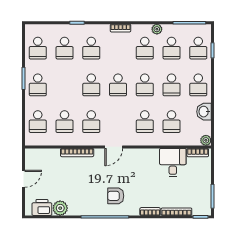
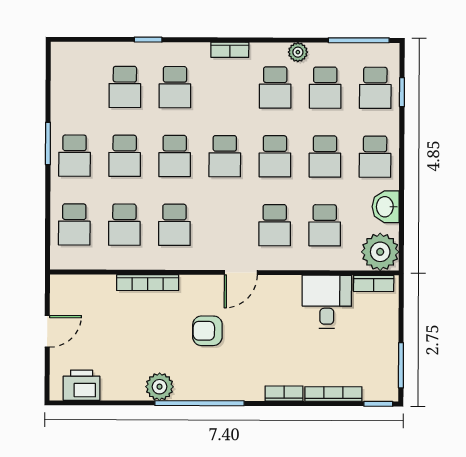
school desk: (38, 48) -> (125, 156), moved
plant: (206, 140) -> (380, 252), width x1.87, depth x1.87
door: (114, 147) -> (241, 273), moved
armchair: (116, 196) -> (207, 331), moved
plant: (60, 208) -> (159, 387), moved

